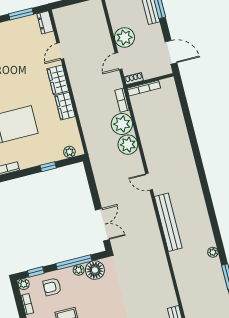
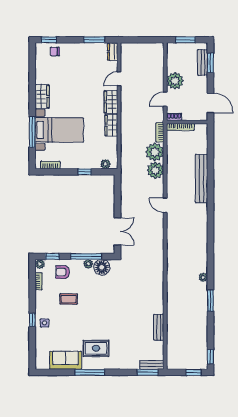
bench: (168, 222) -> (201, 178), moved

